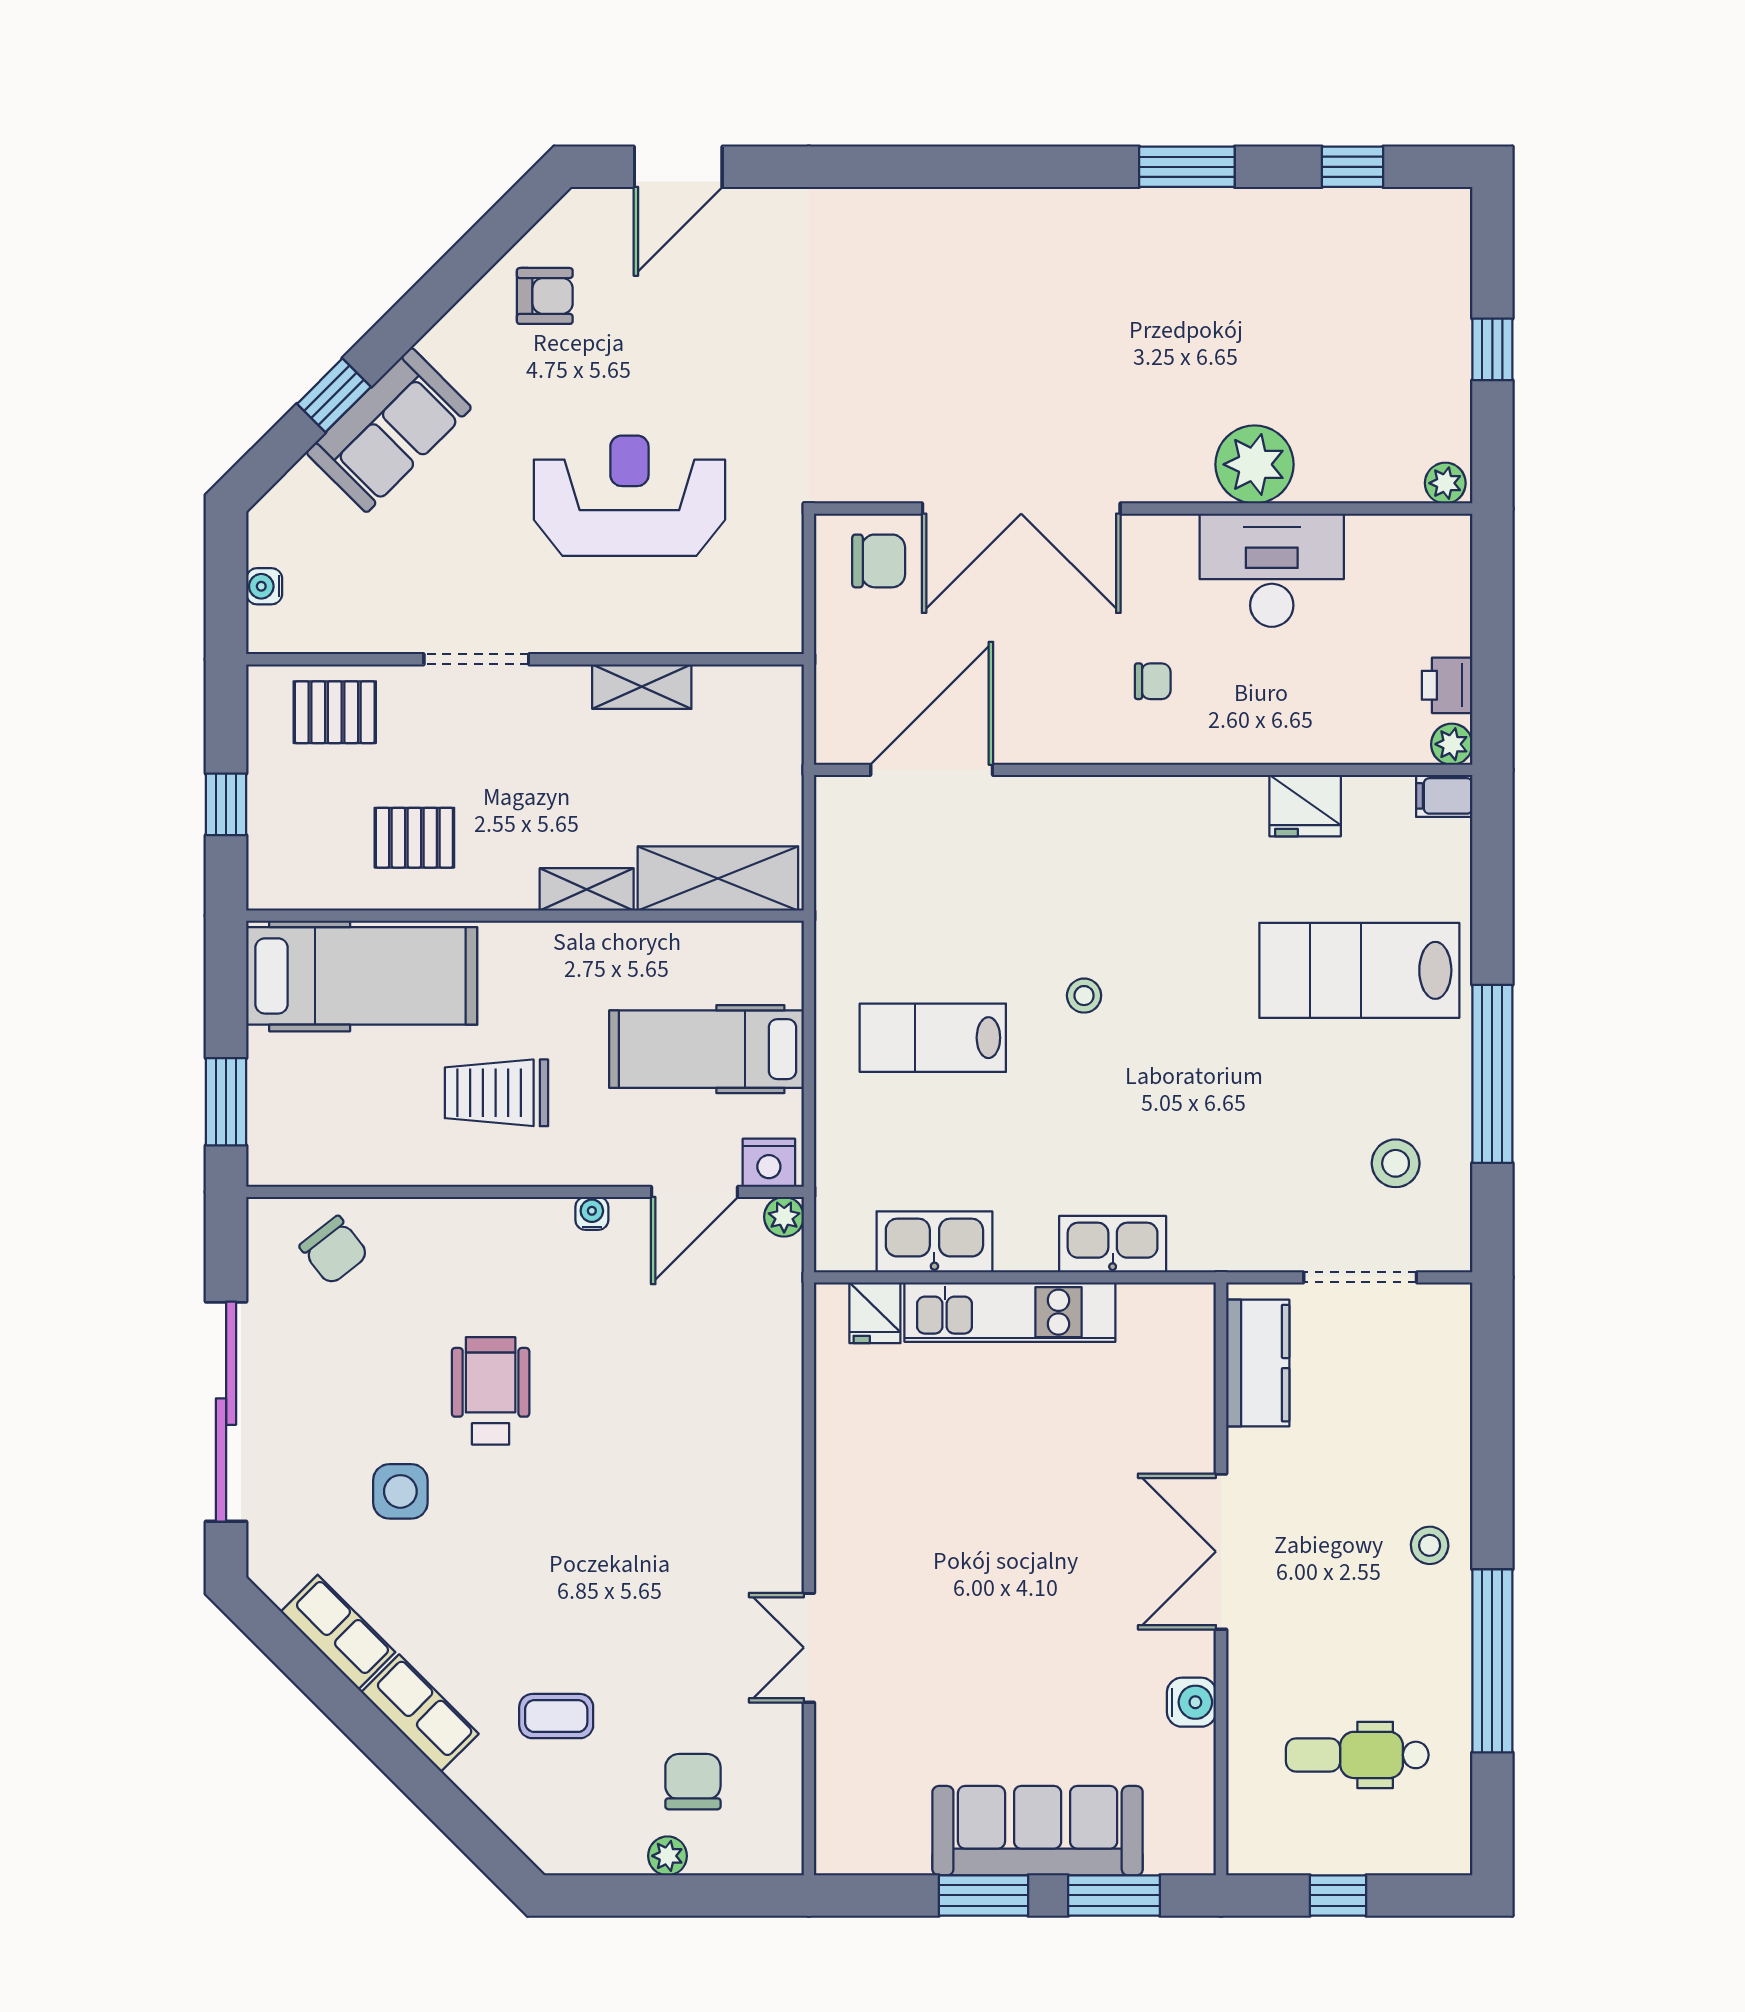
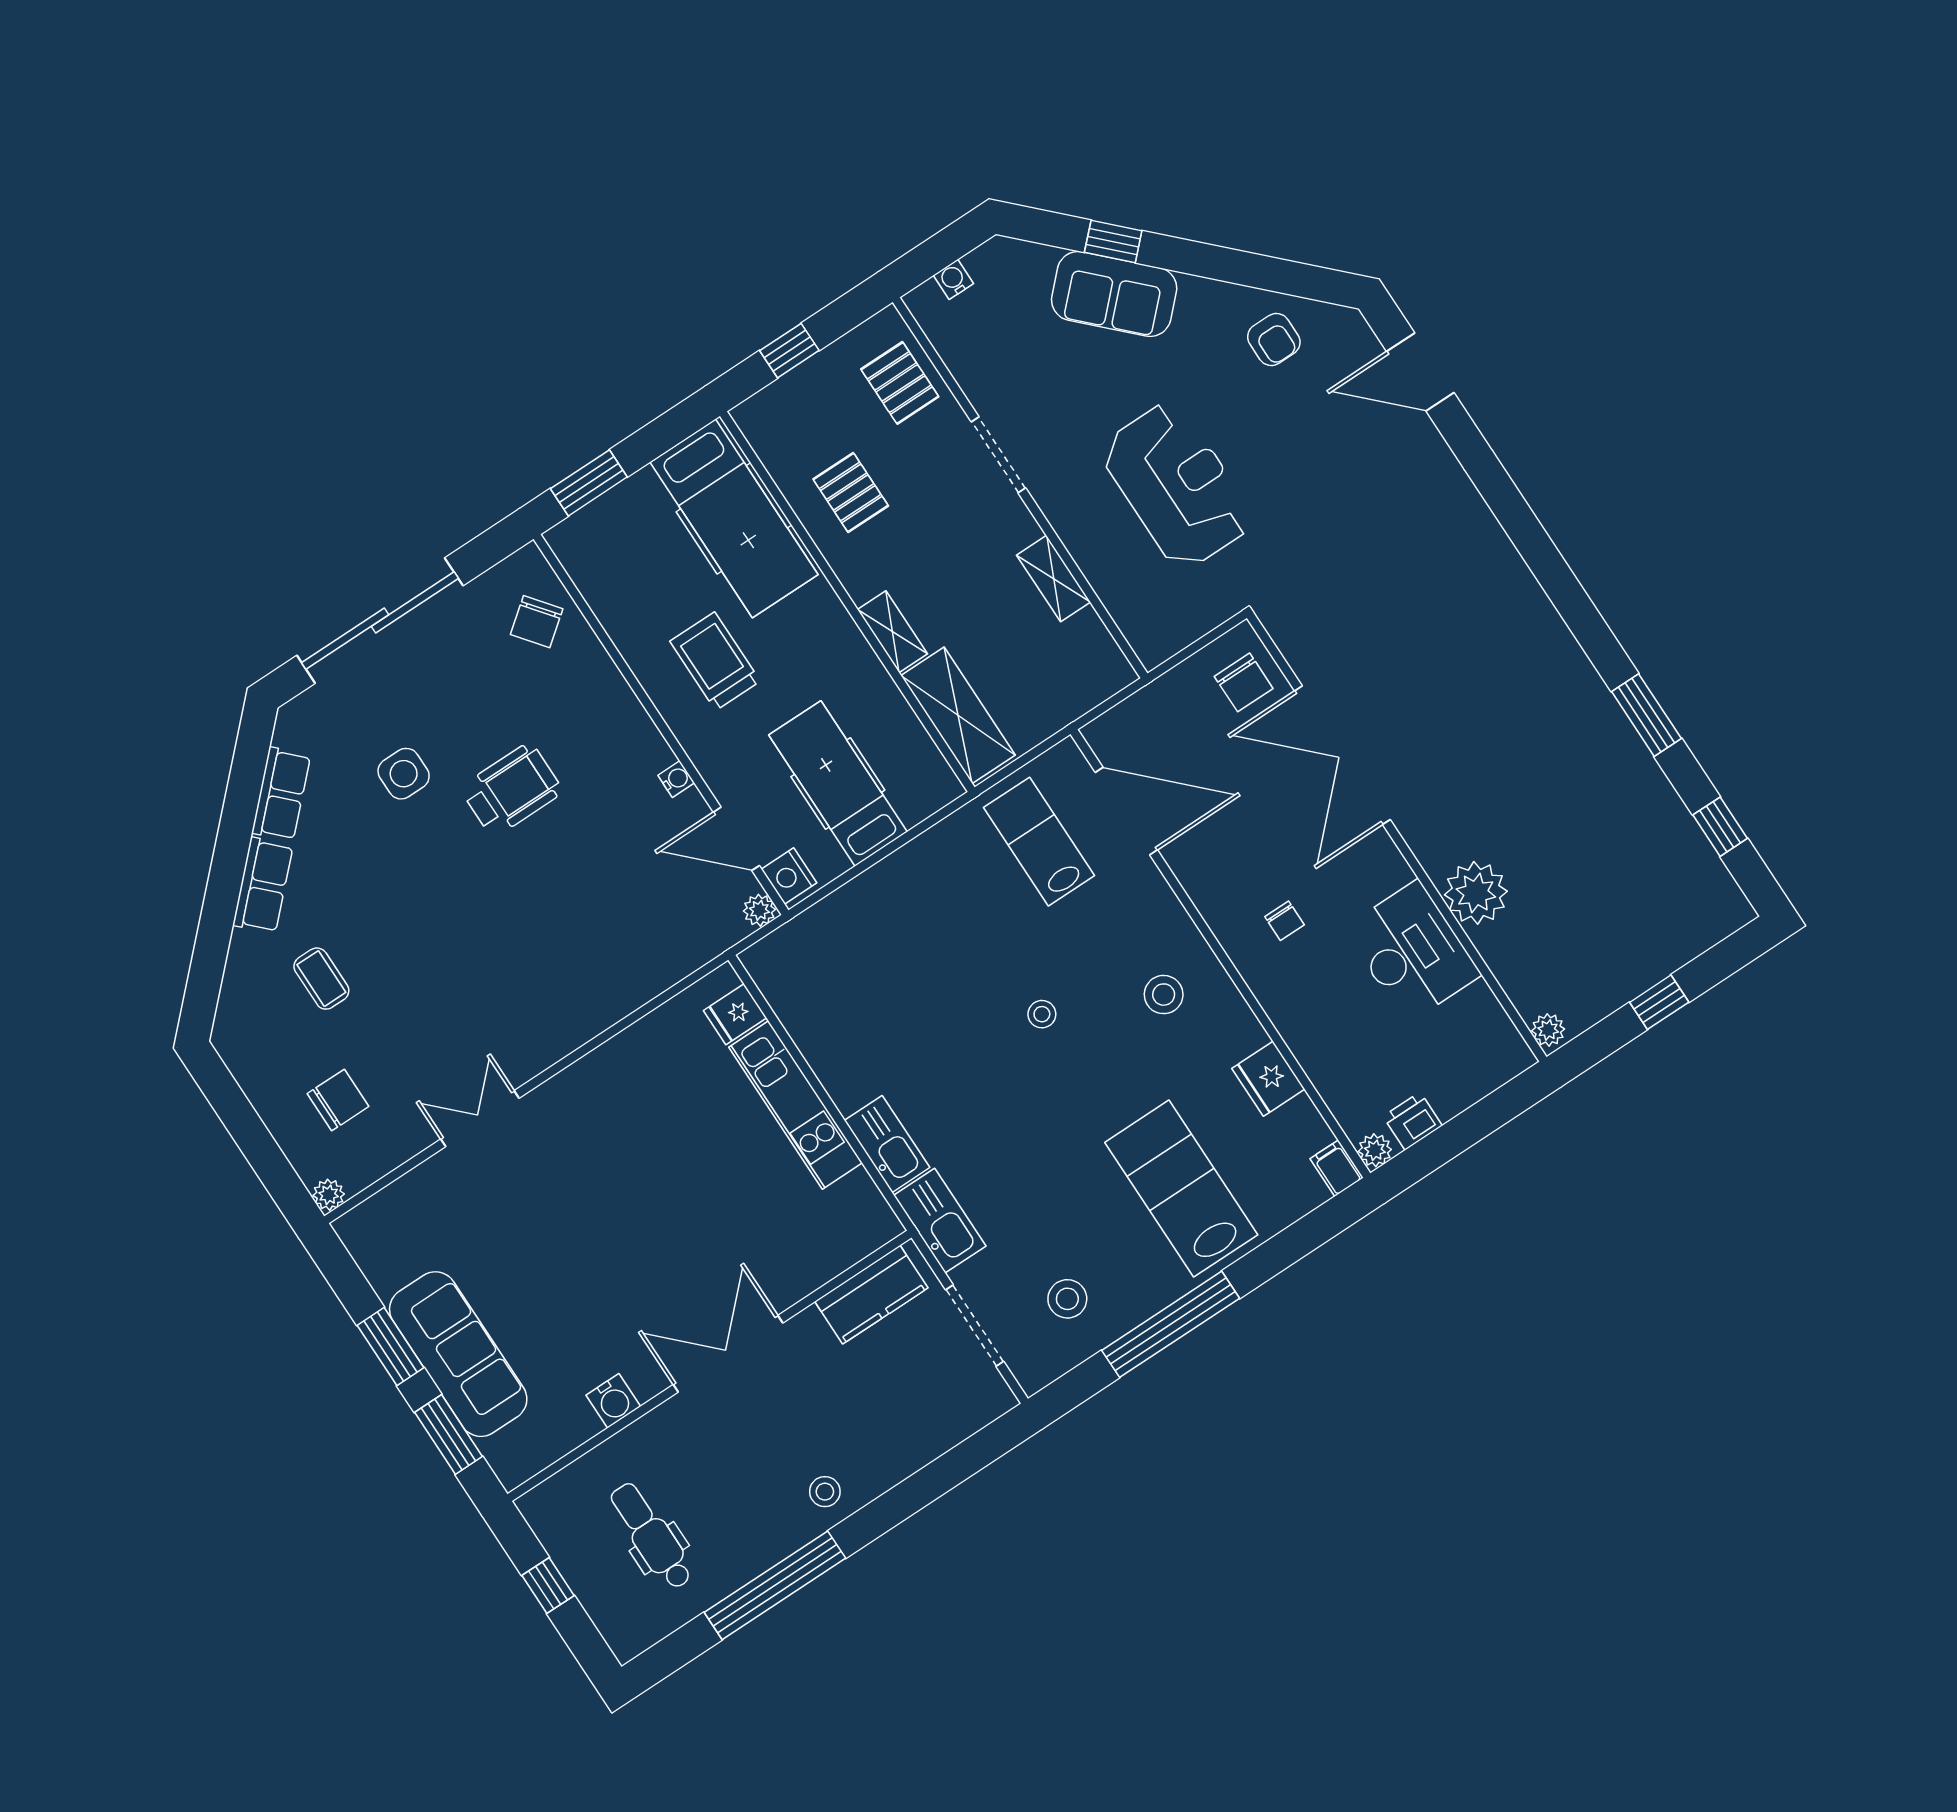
stool: (1147, 856) -> (1164, 995), added
lab bench: (933, 1038) -> (1039, 842), moved
kitchen sink: (934, 1242) -> (940, 1221), moved
plant: (668, 1856) -> (329, 1195), moved

